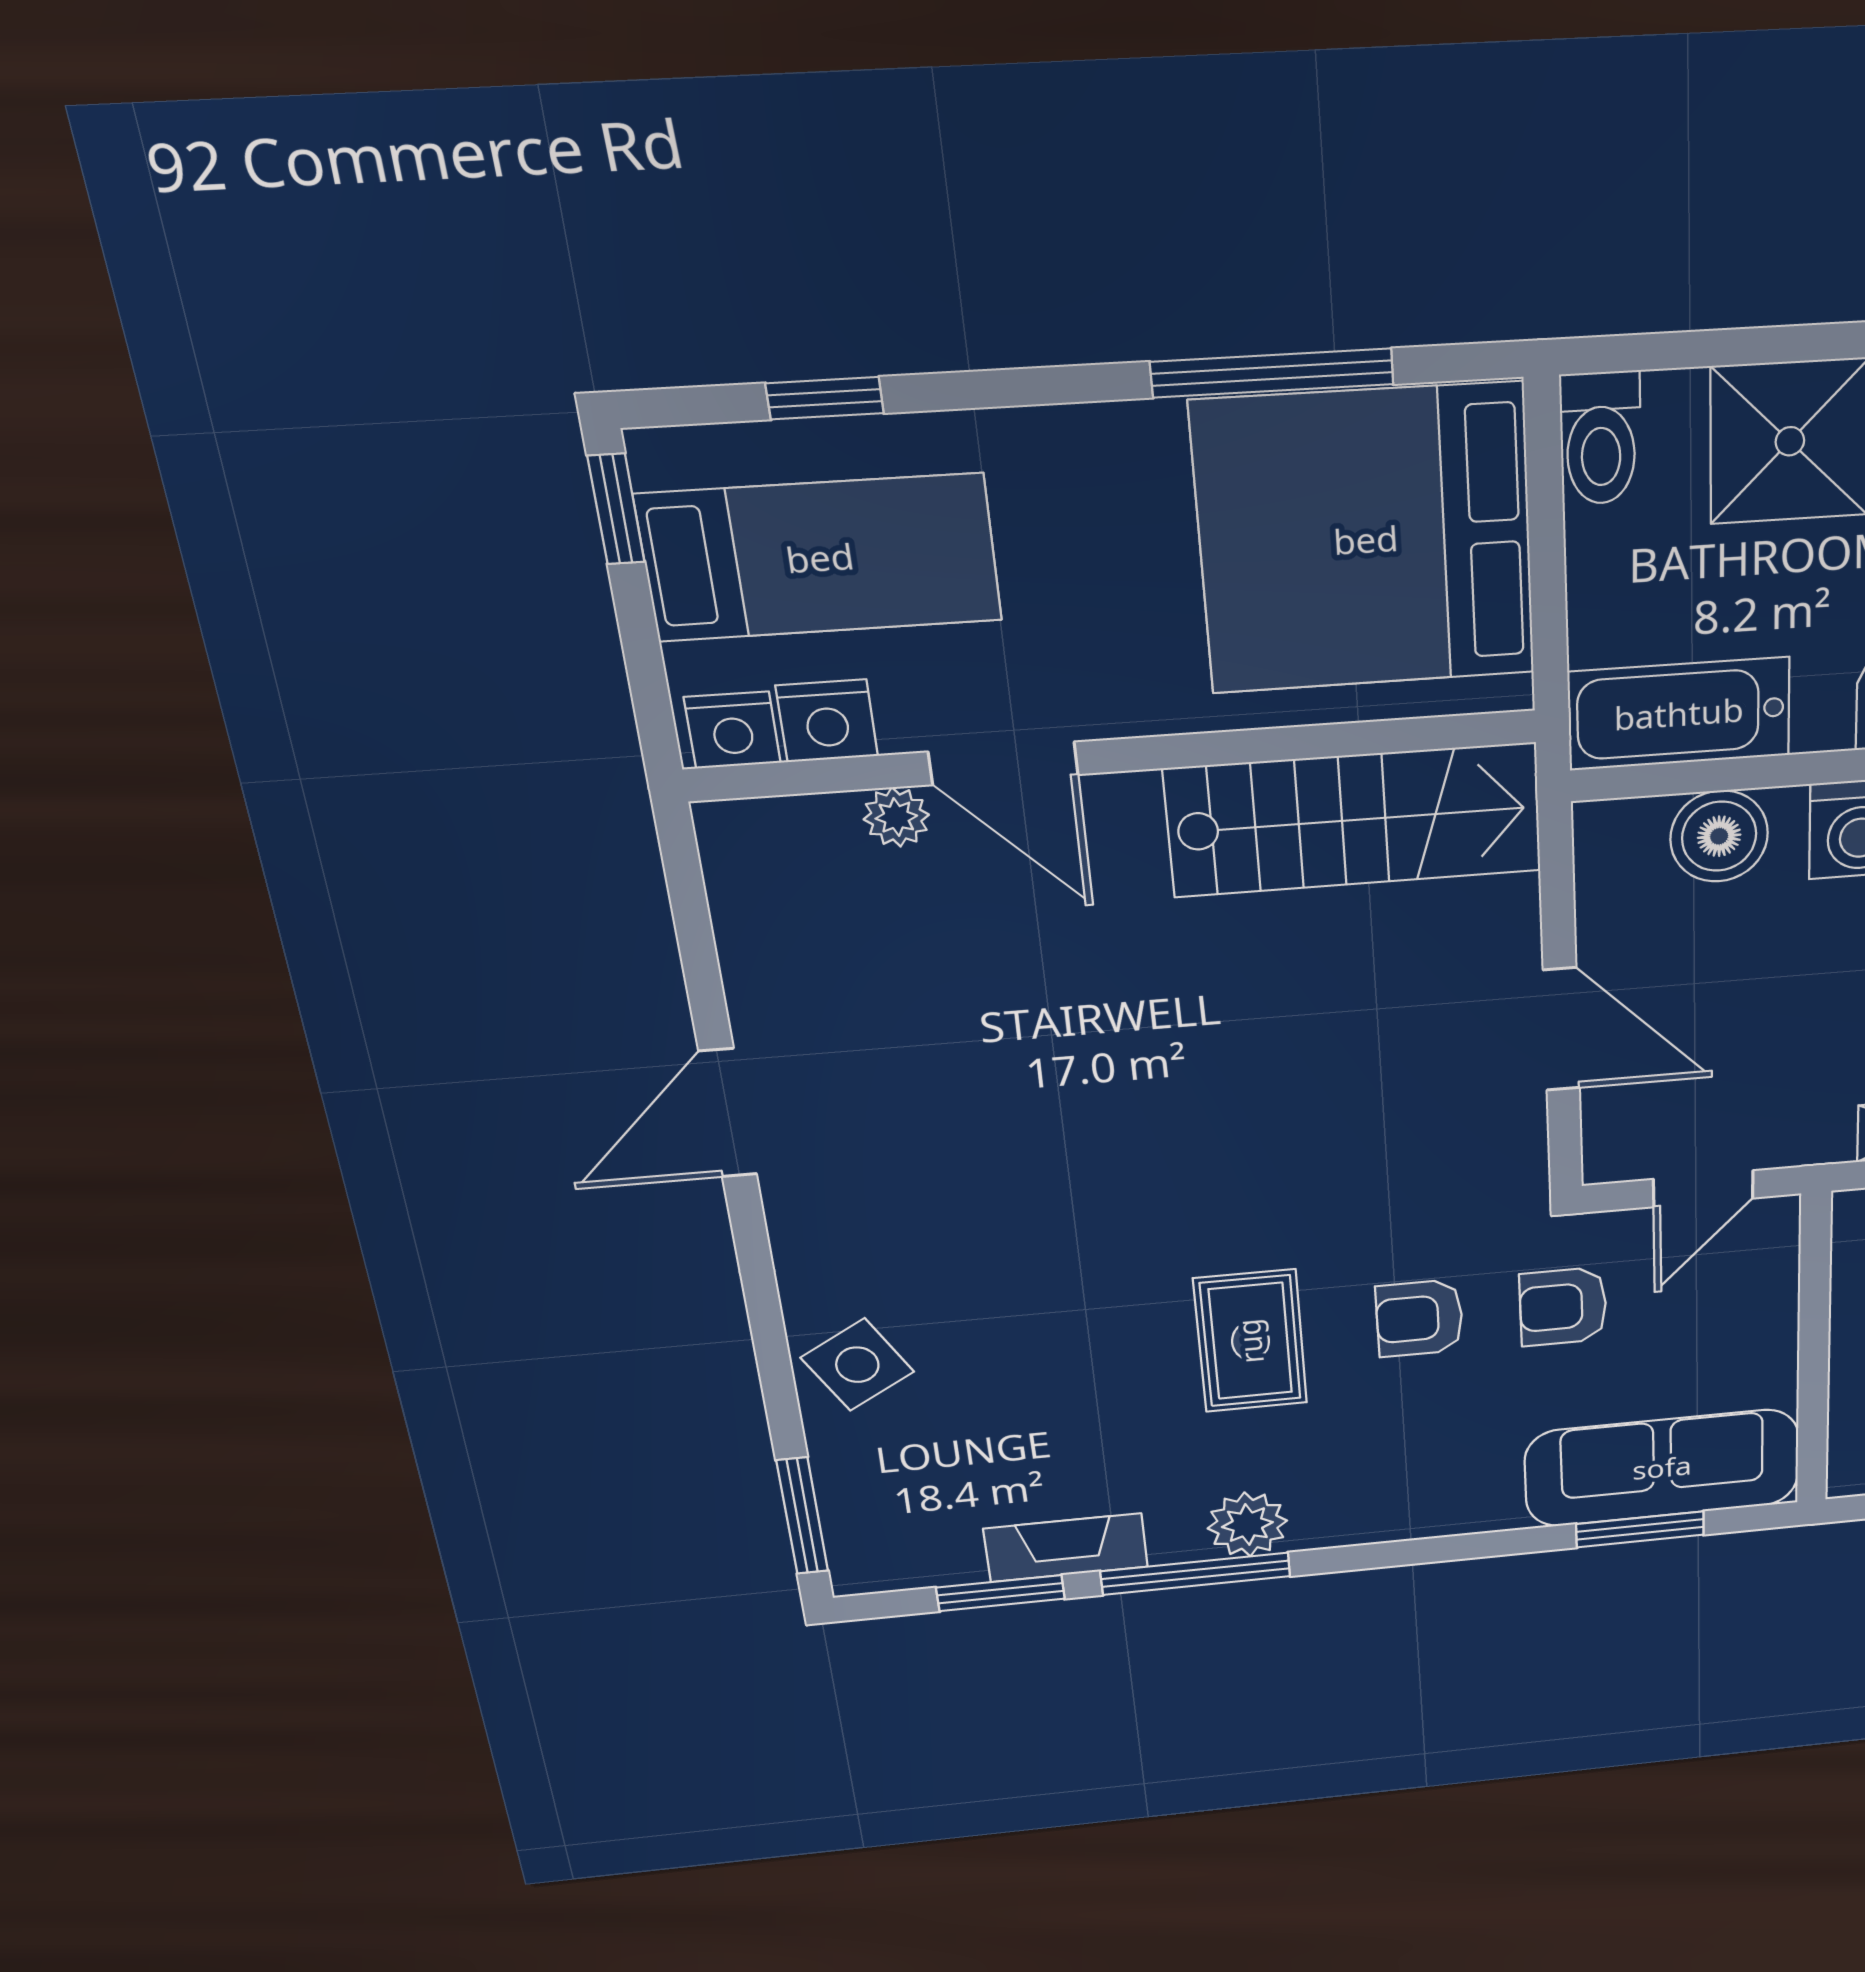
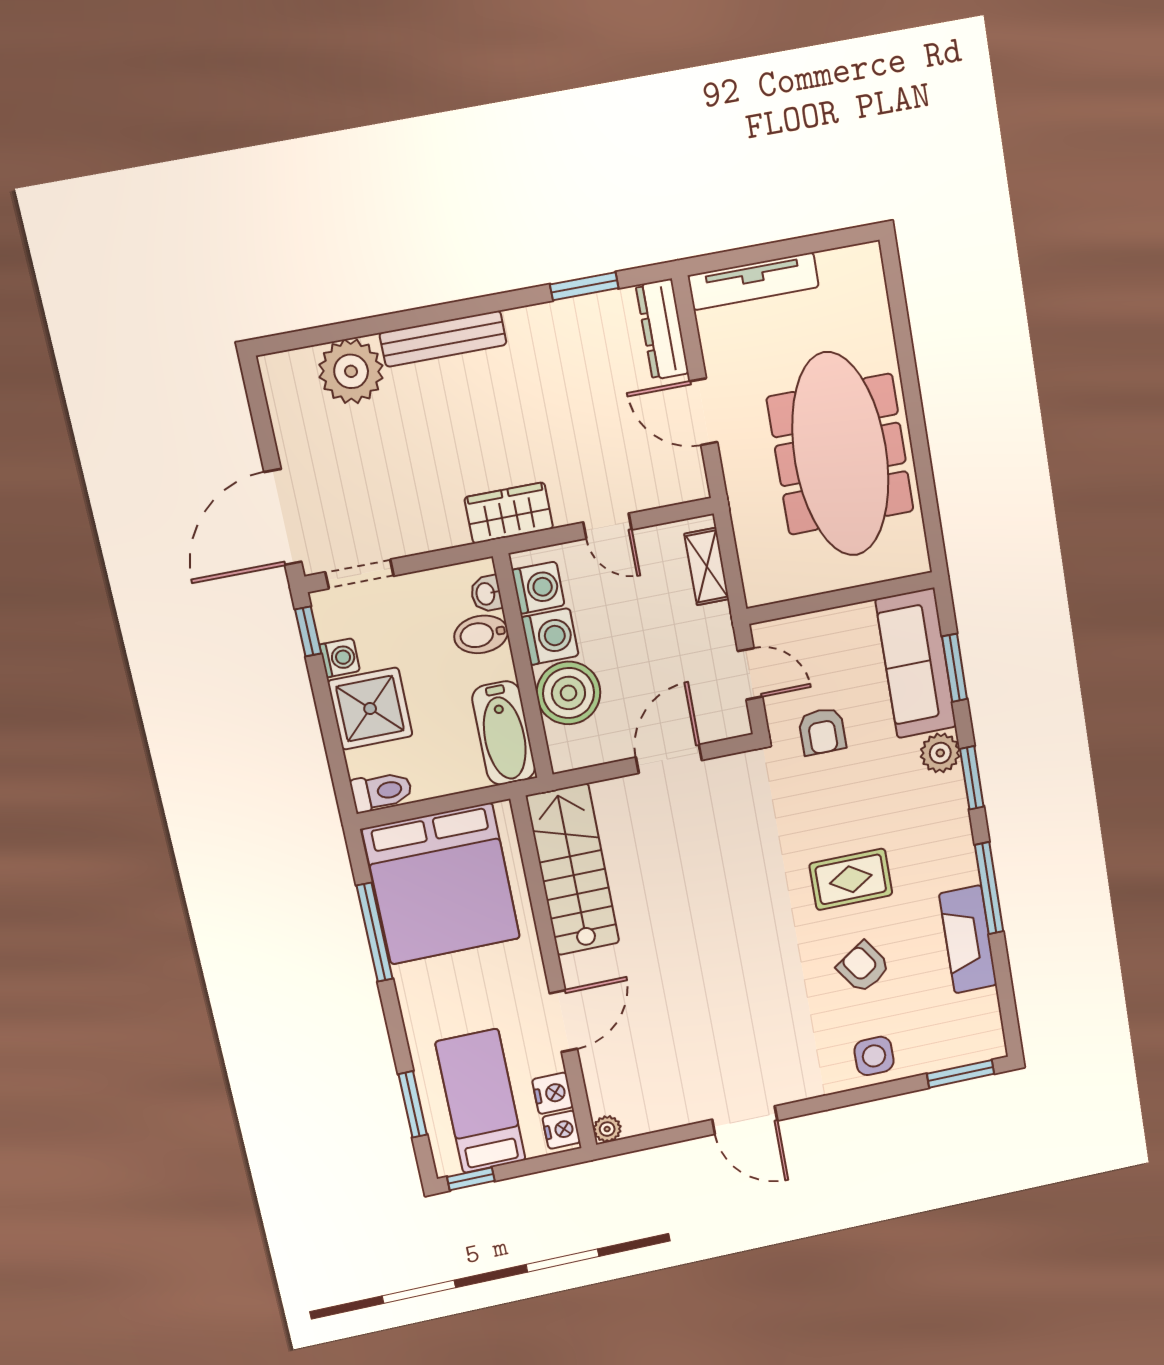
window: (825, 398) -> (413, 1104), width x1.50
plant: (896, 817) -> (607, 1129), moved
boiler: (1719, 836) -> (568, 693), width x1.37, depth x1.37
armchair: (1419, 1318) -> (863, 967), moved, turned 146
side table: (857, 1365) -> (874, 1056), turned 30
plant: (1247, 1525) -> (940, 753), moved
fireplace: (1066, 1548) -> (968, 939), width x1.37, depth x1.32
window: (1001, 1593) -> (972, 778), moved

